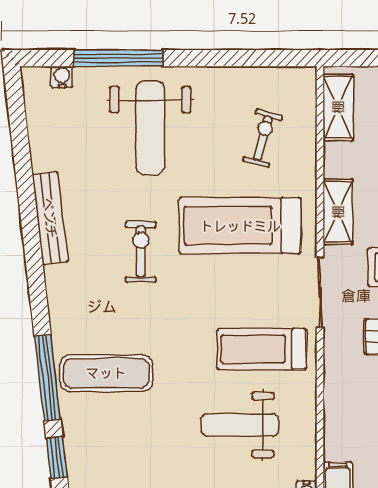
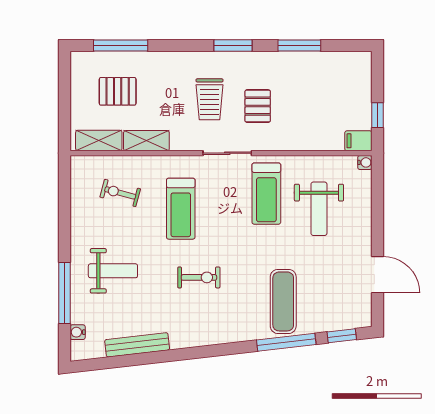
weight bench: (150, 128) -> (113, 271), width x0.73, depth x0.75
shelving: (338, 212) -> (146, 141), moved
bench: (50, 218) -> (137, 345), moved
treadmill: (240, 226) -> (181, 209), width x0.73, depth x0.73
exercise bike: (141, 252) -> (199, 277), turned 180

